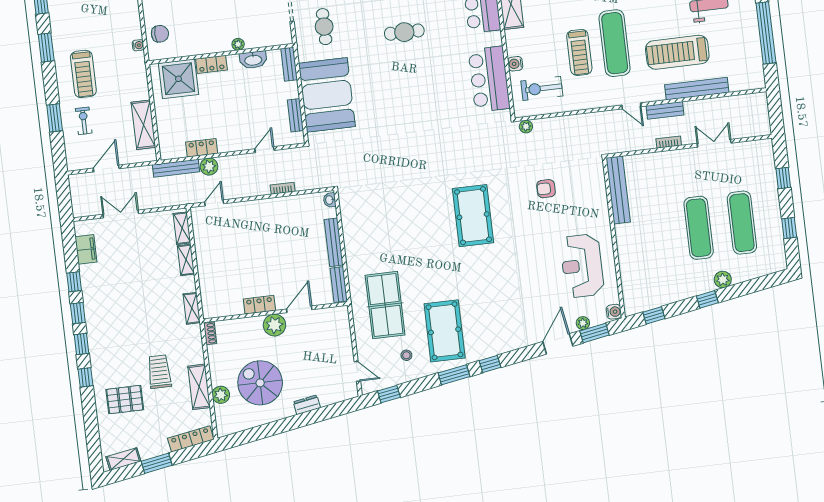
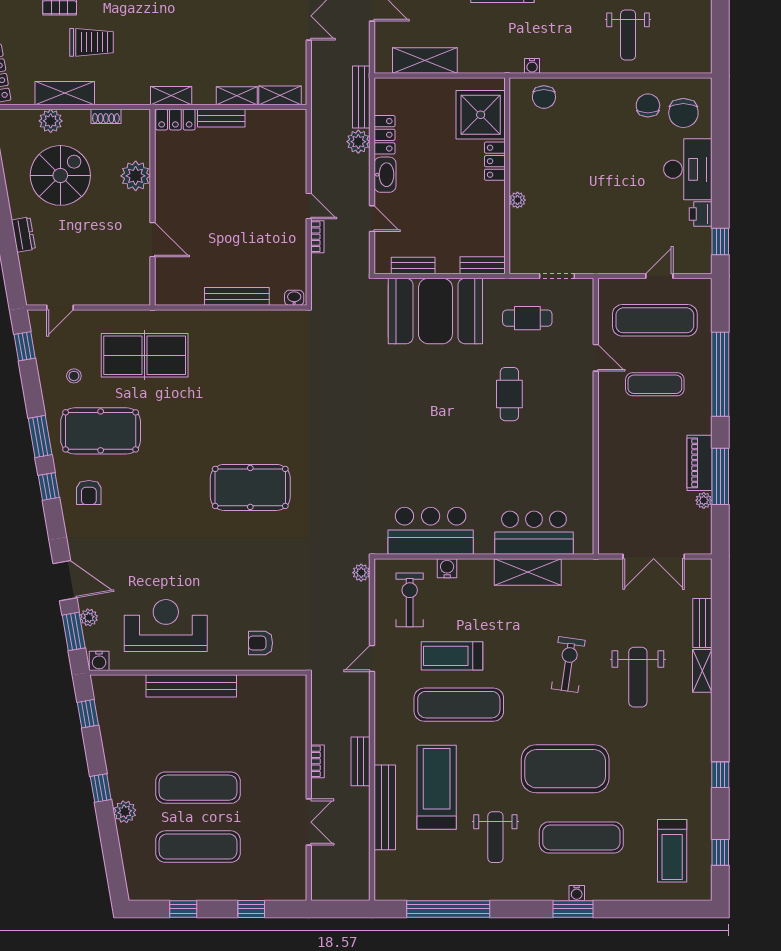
cafe table: (404, 32) -> (509, 394), moved
washbasin: (253, 60) -> (385, 175), moved, turned 180
door: (631, 106) -> (372, 659), moved
armchair: (546, 189) -> (261, 643), moved, turned -90
bench: (618, 190) -> (191, 686), moved
door: (214, 203) -> (309, 206), moved
bench: (339, 285) -> (221, 118), moved
locker: (259, 305) -> (175, 120), moved, turned 90
plant: (274, 325) -> (136, 176), moved
shoe rack: (210, 333) -> (106, 116), moved
armchair: (491, 334) -> (89, 492), added

